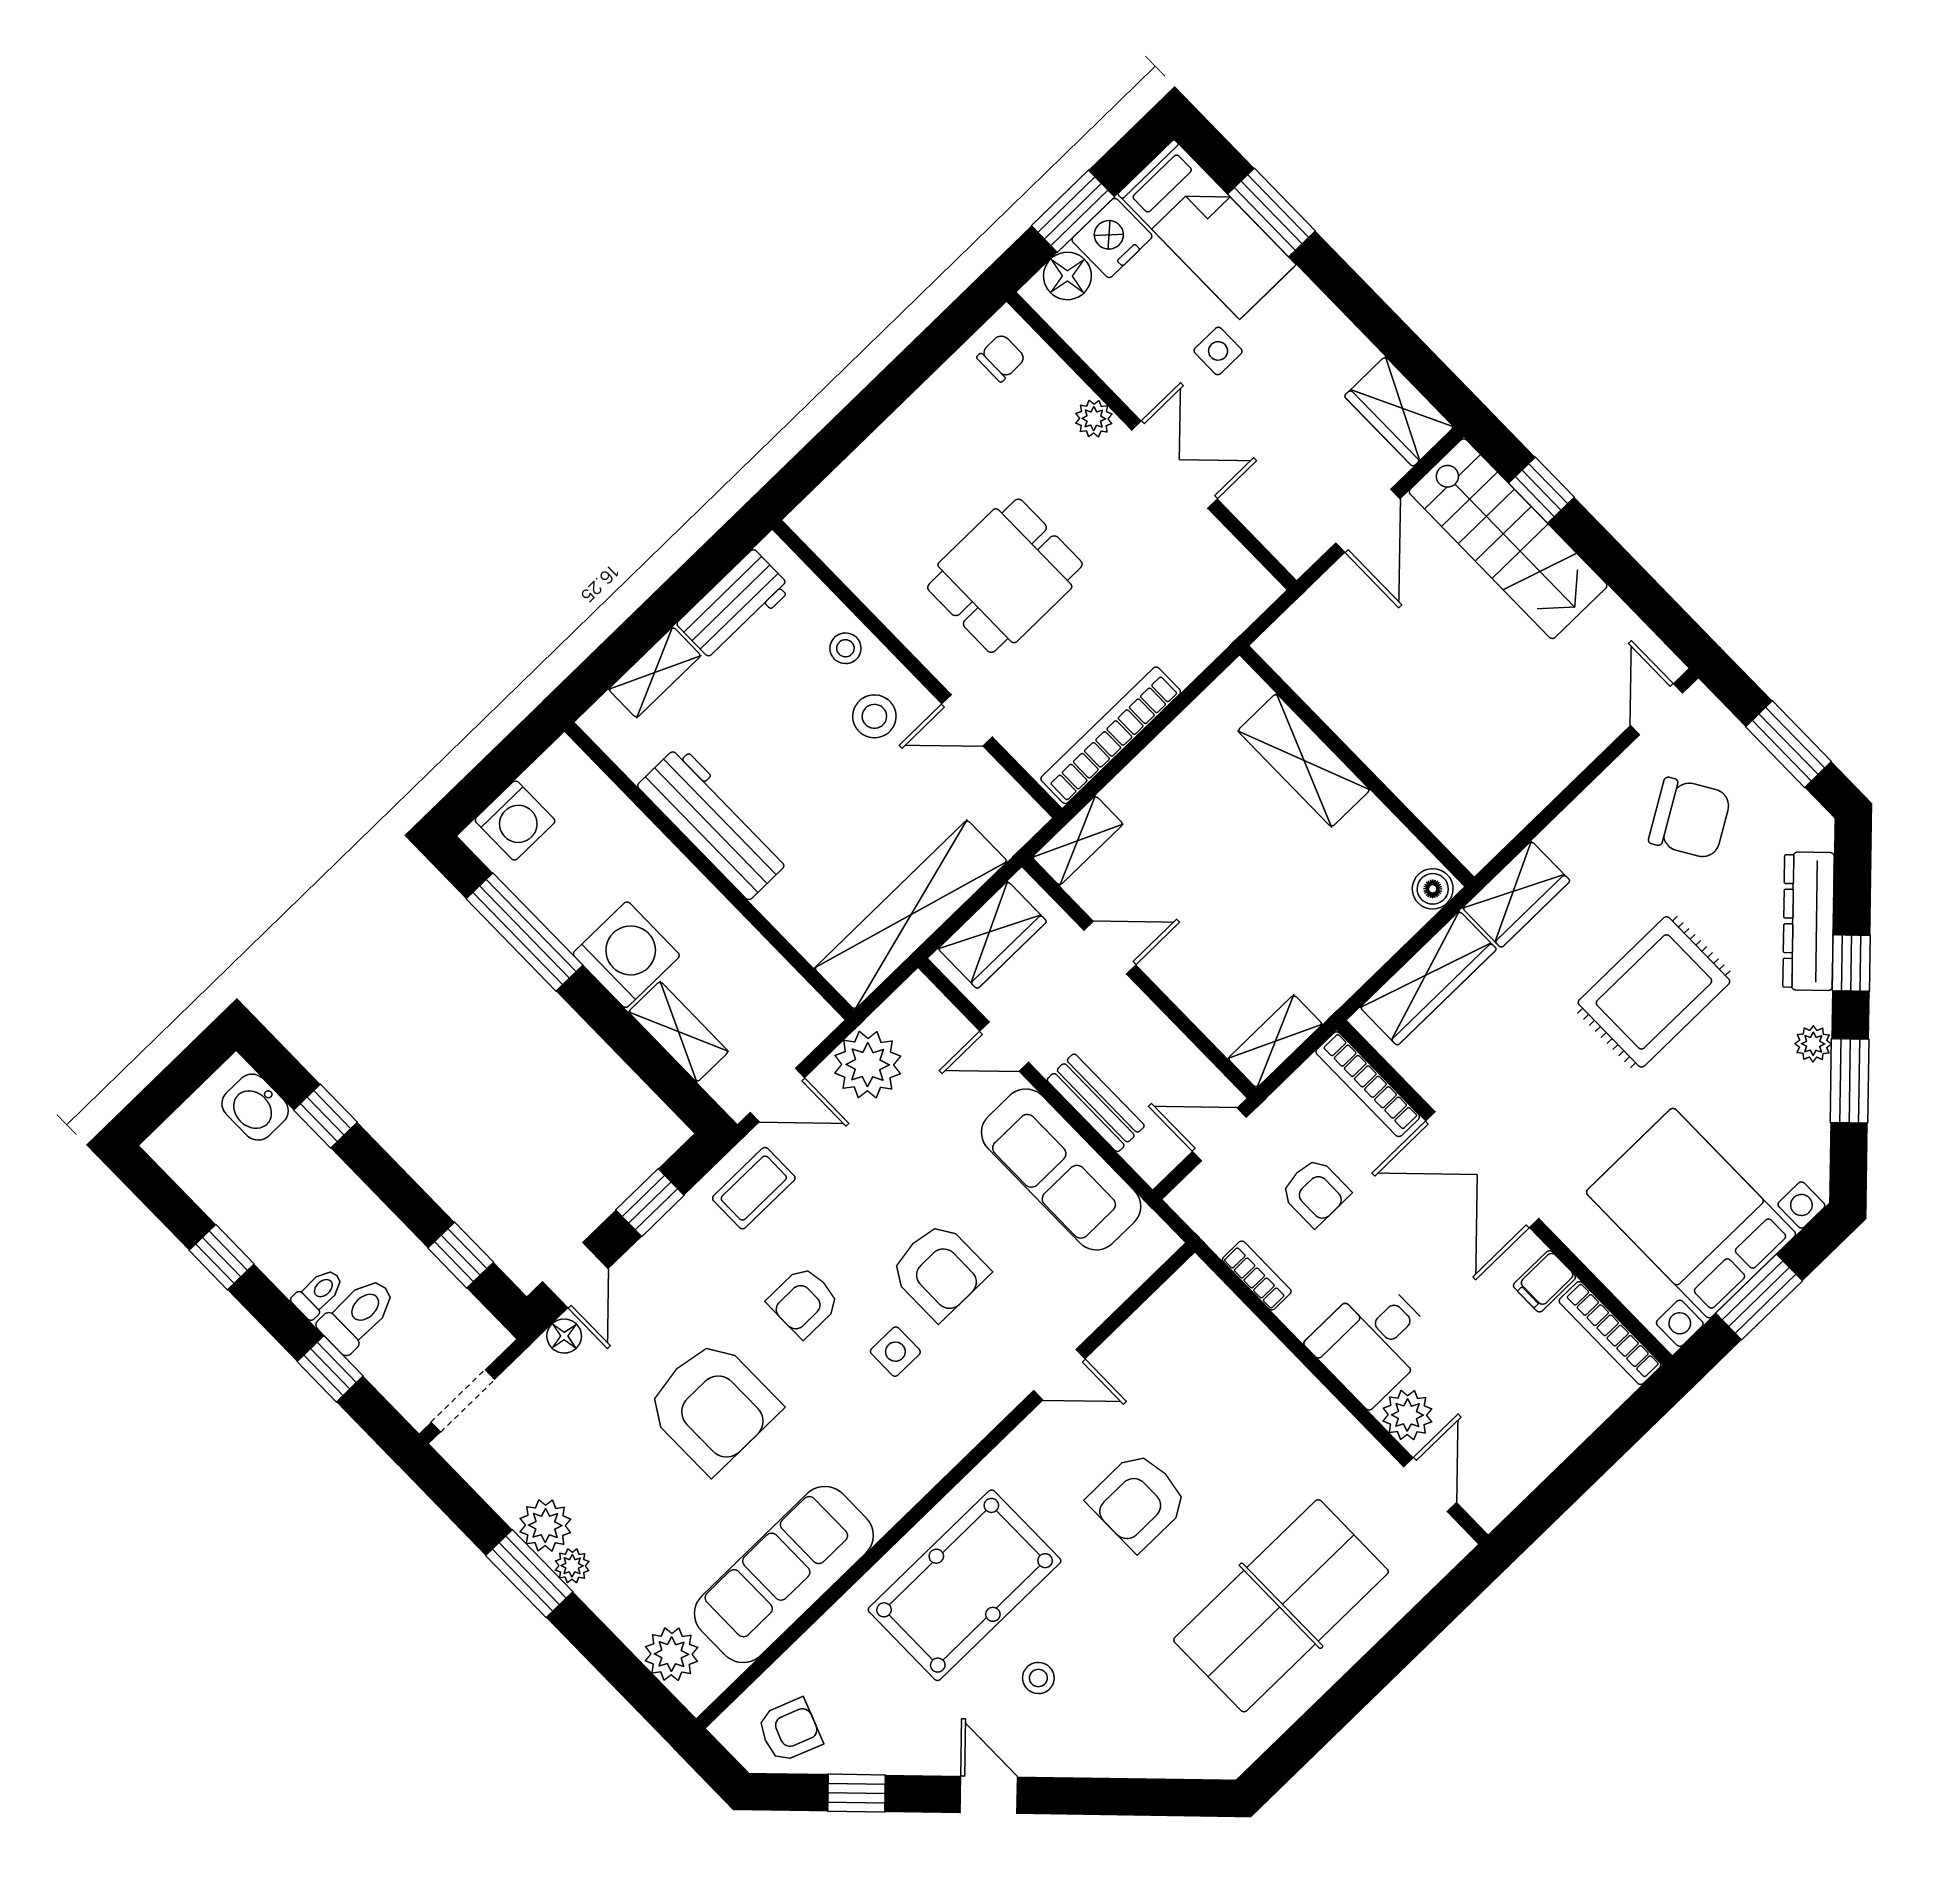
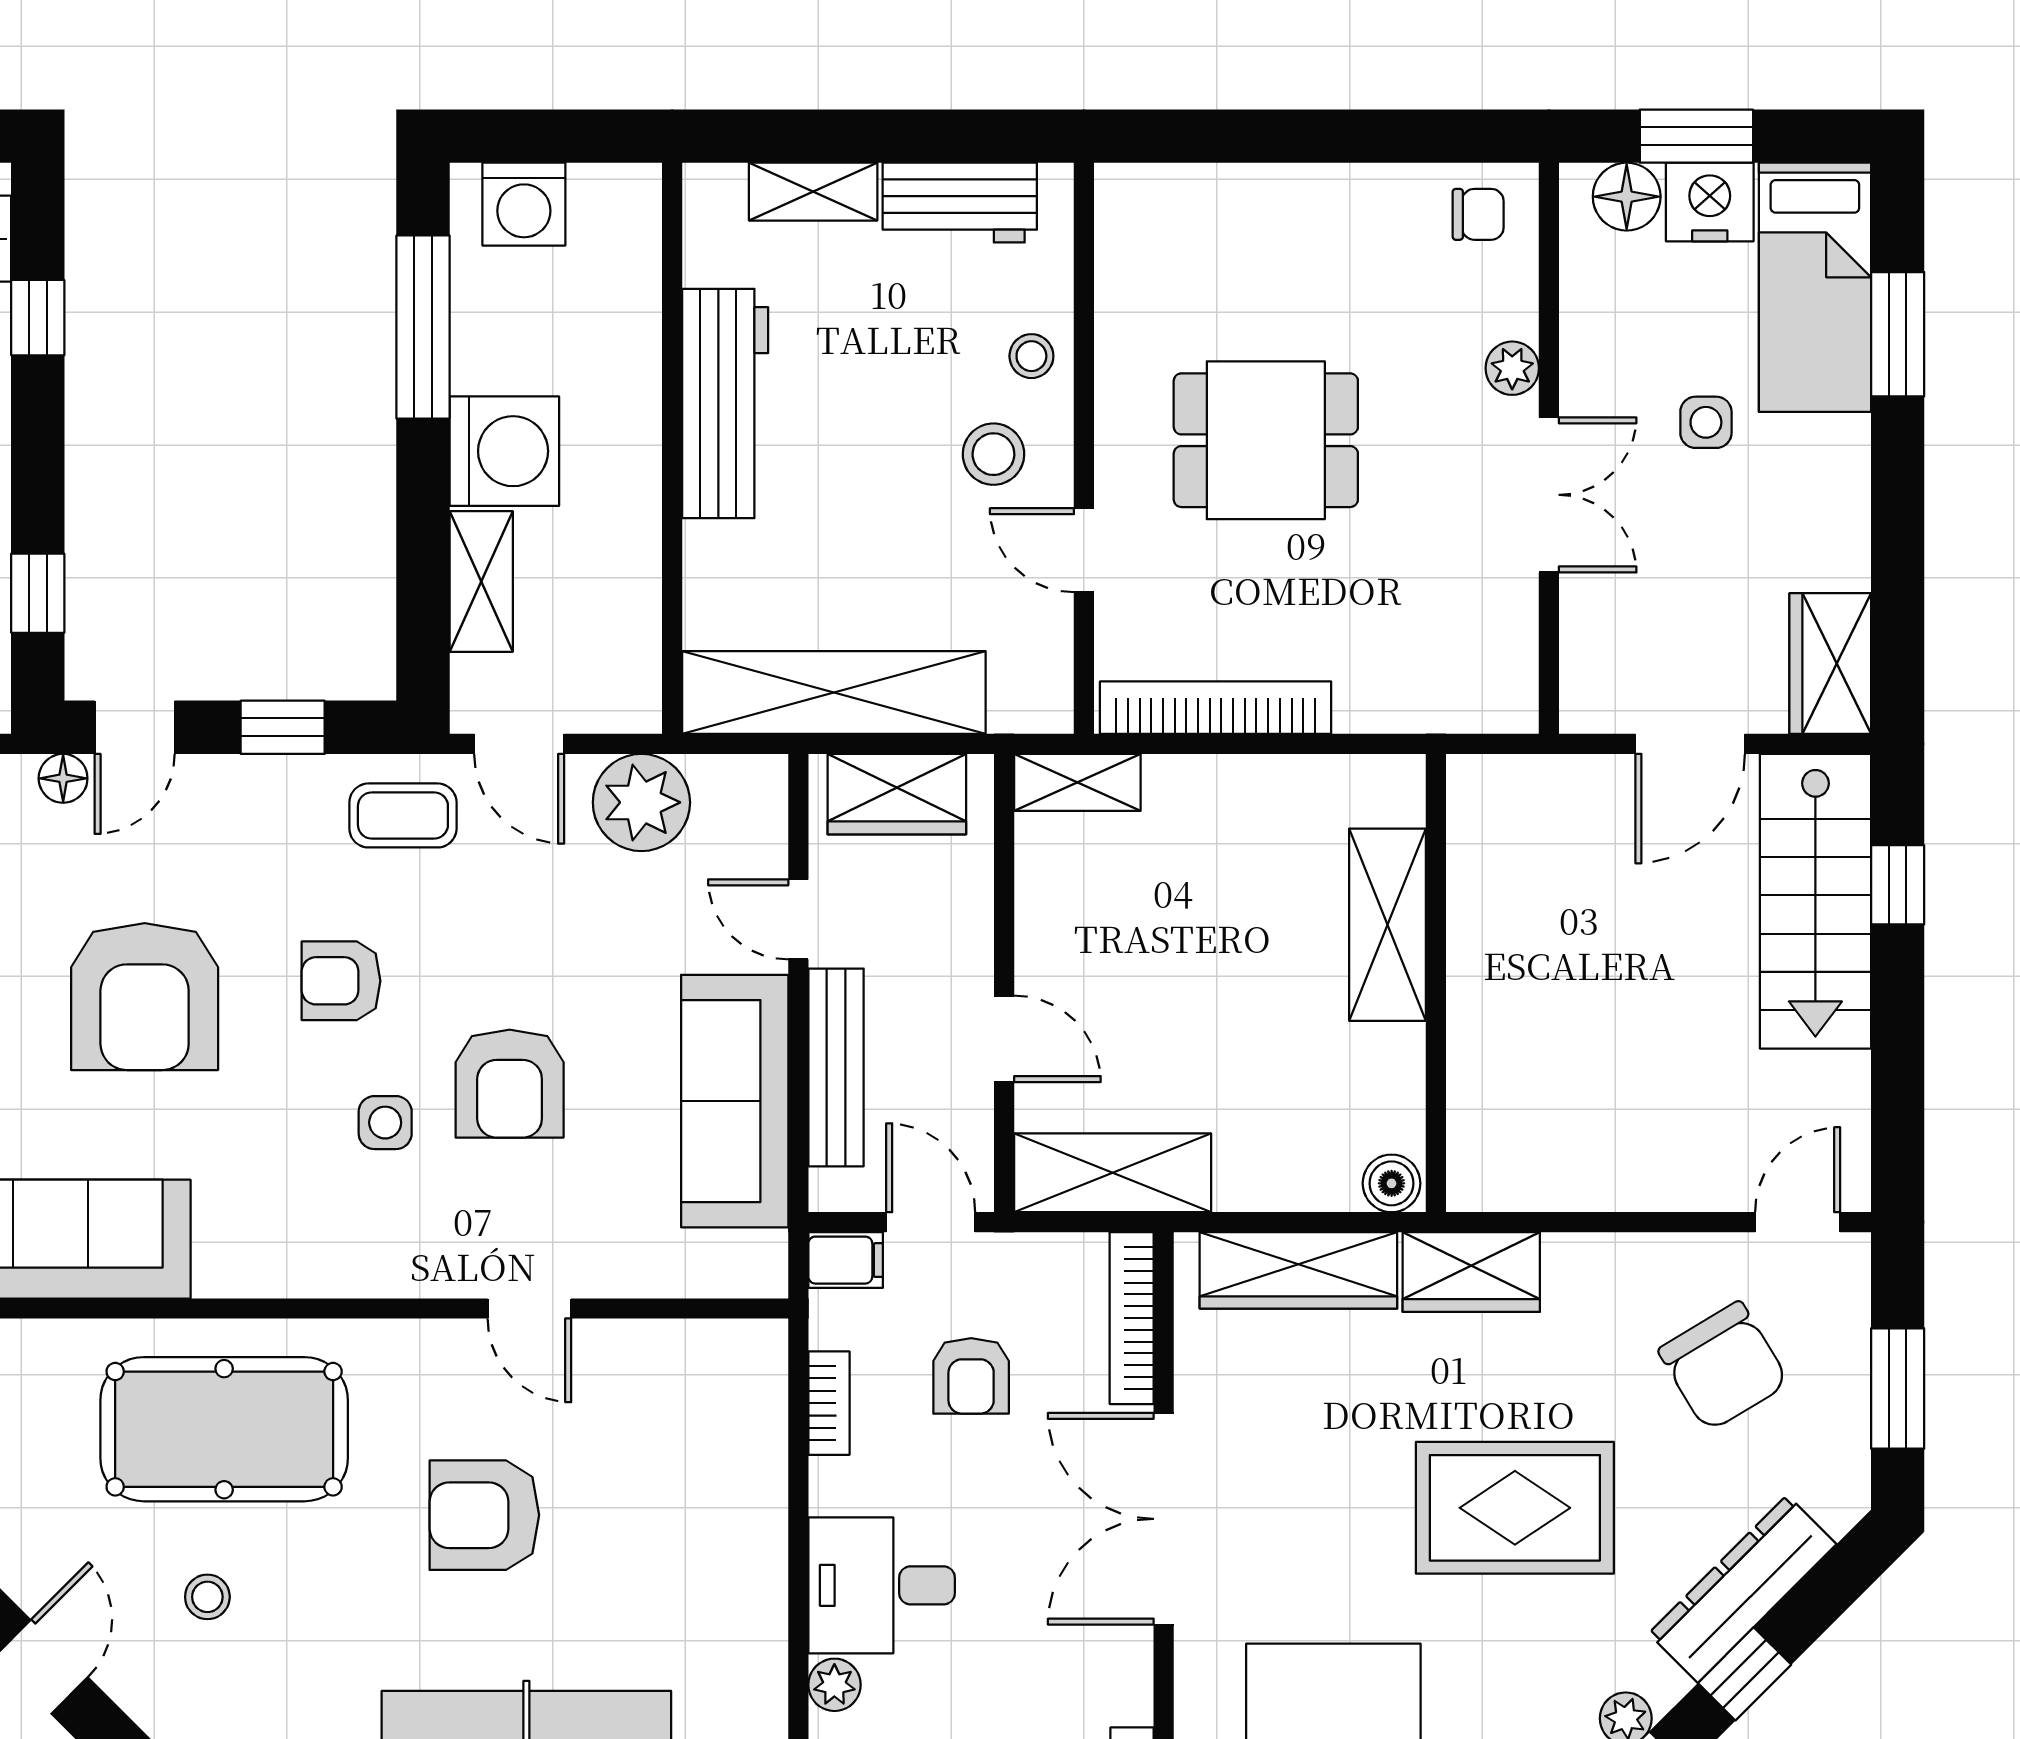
door: (1110, 948) -> (1004, 1039), moved
shelving: (1275, 1041) -> (1113, 1173), width x1.50, depth x1.33
bench: (1096, 1103) -> (836, 1067), width x1.36
filing cabinet: (1544, 1281) -> (846, 1260), moved, turned 180
plant: (1407, 1415) -> (834, 1685), width x0.73, depth x0.73

